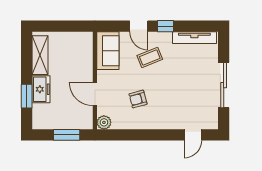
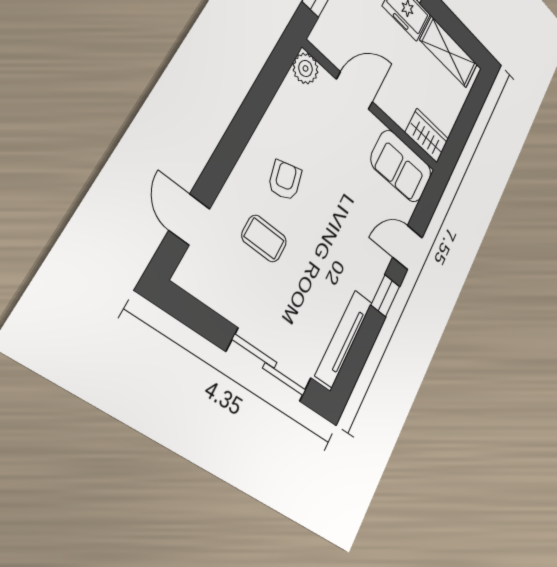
wardrobe: (85, 45) -> (427, 136), added
coffee table: (150, 57) -> (264, 239), moved, turned -68
sliding door: (224, 85) -> (270, 365), moved
armchair: (138, 99) -> (285, 180), moved

